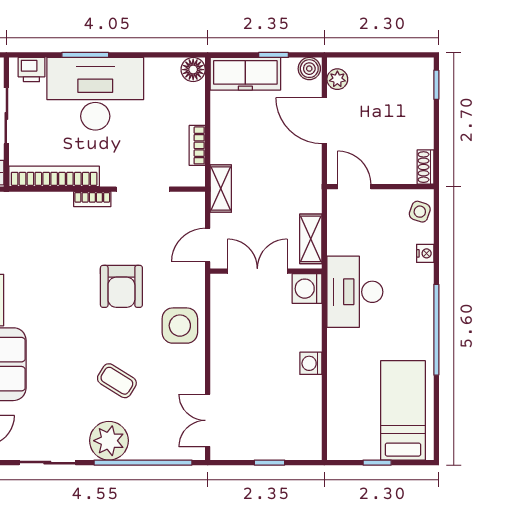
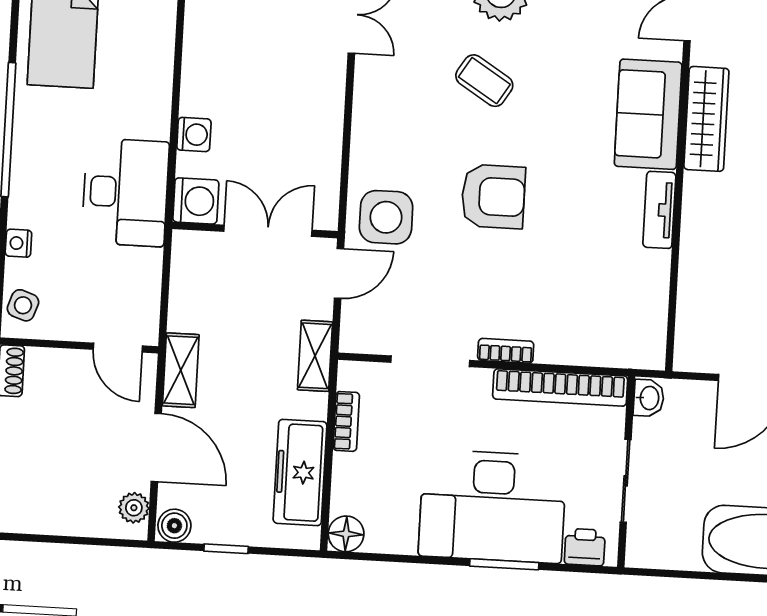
freezer: (245, 74) -> (300, 472), moved, turned -90
shelving: (311, 239) -> (181, 370), moved
double door: (257, 271) -> (268, 231), swing flipped
armchair: (121, 286) -> (493, 196), moved, turned 90
side table: (180, 326) -> (386, 217), moved
washing machine: (311, 363) -> (194, 134), moved

